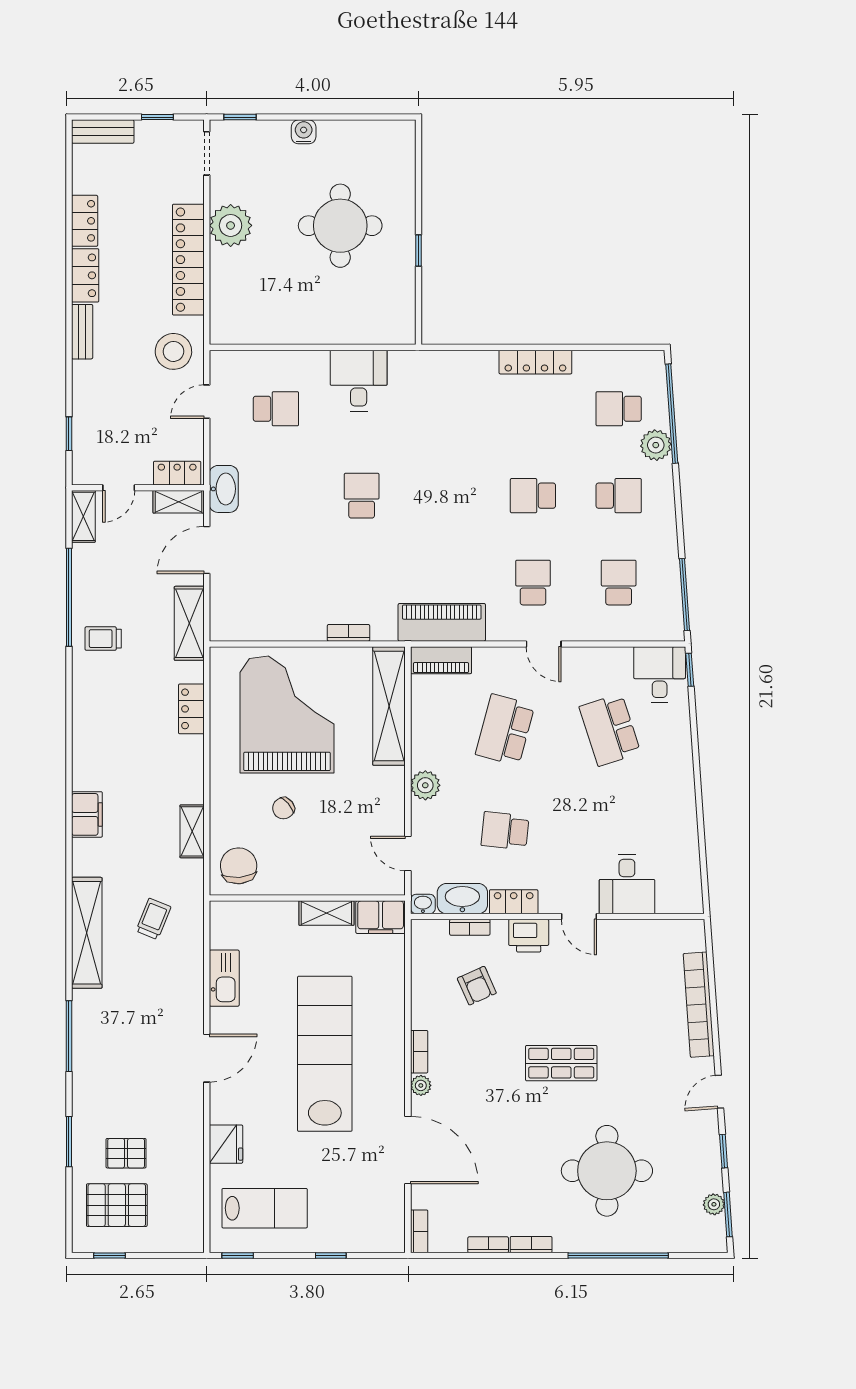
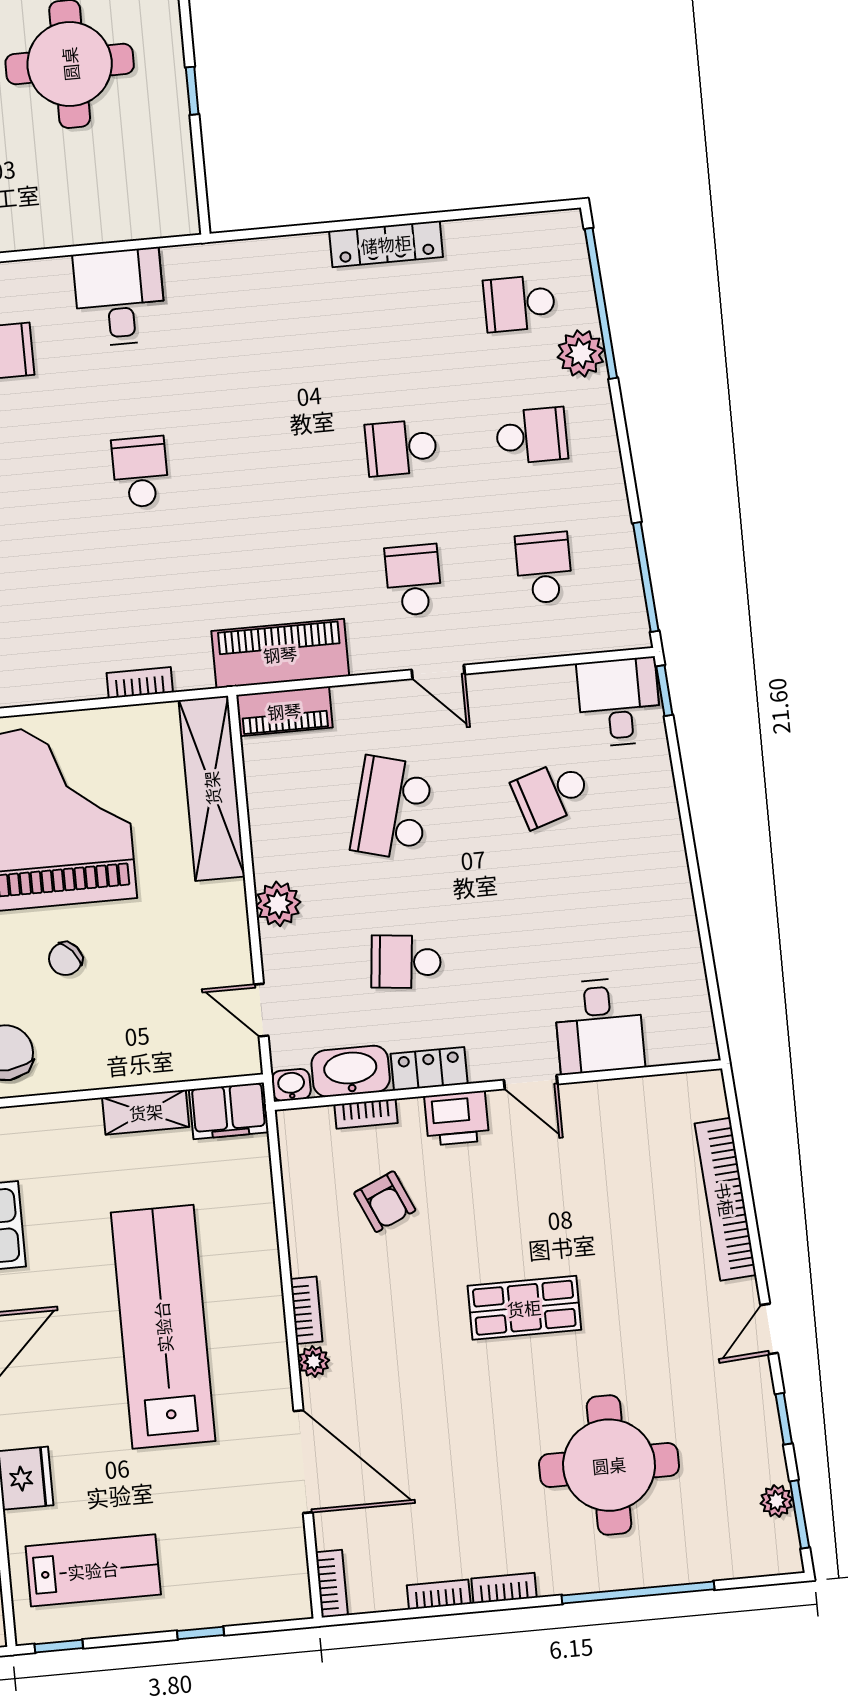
school desk: (610, 730) -> (551, 793), width x0.54

